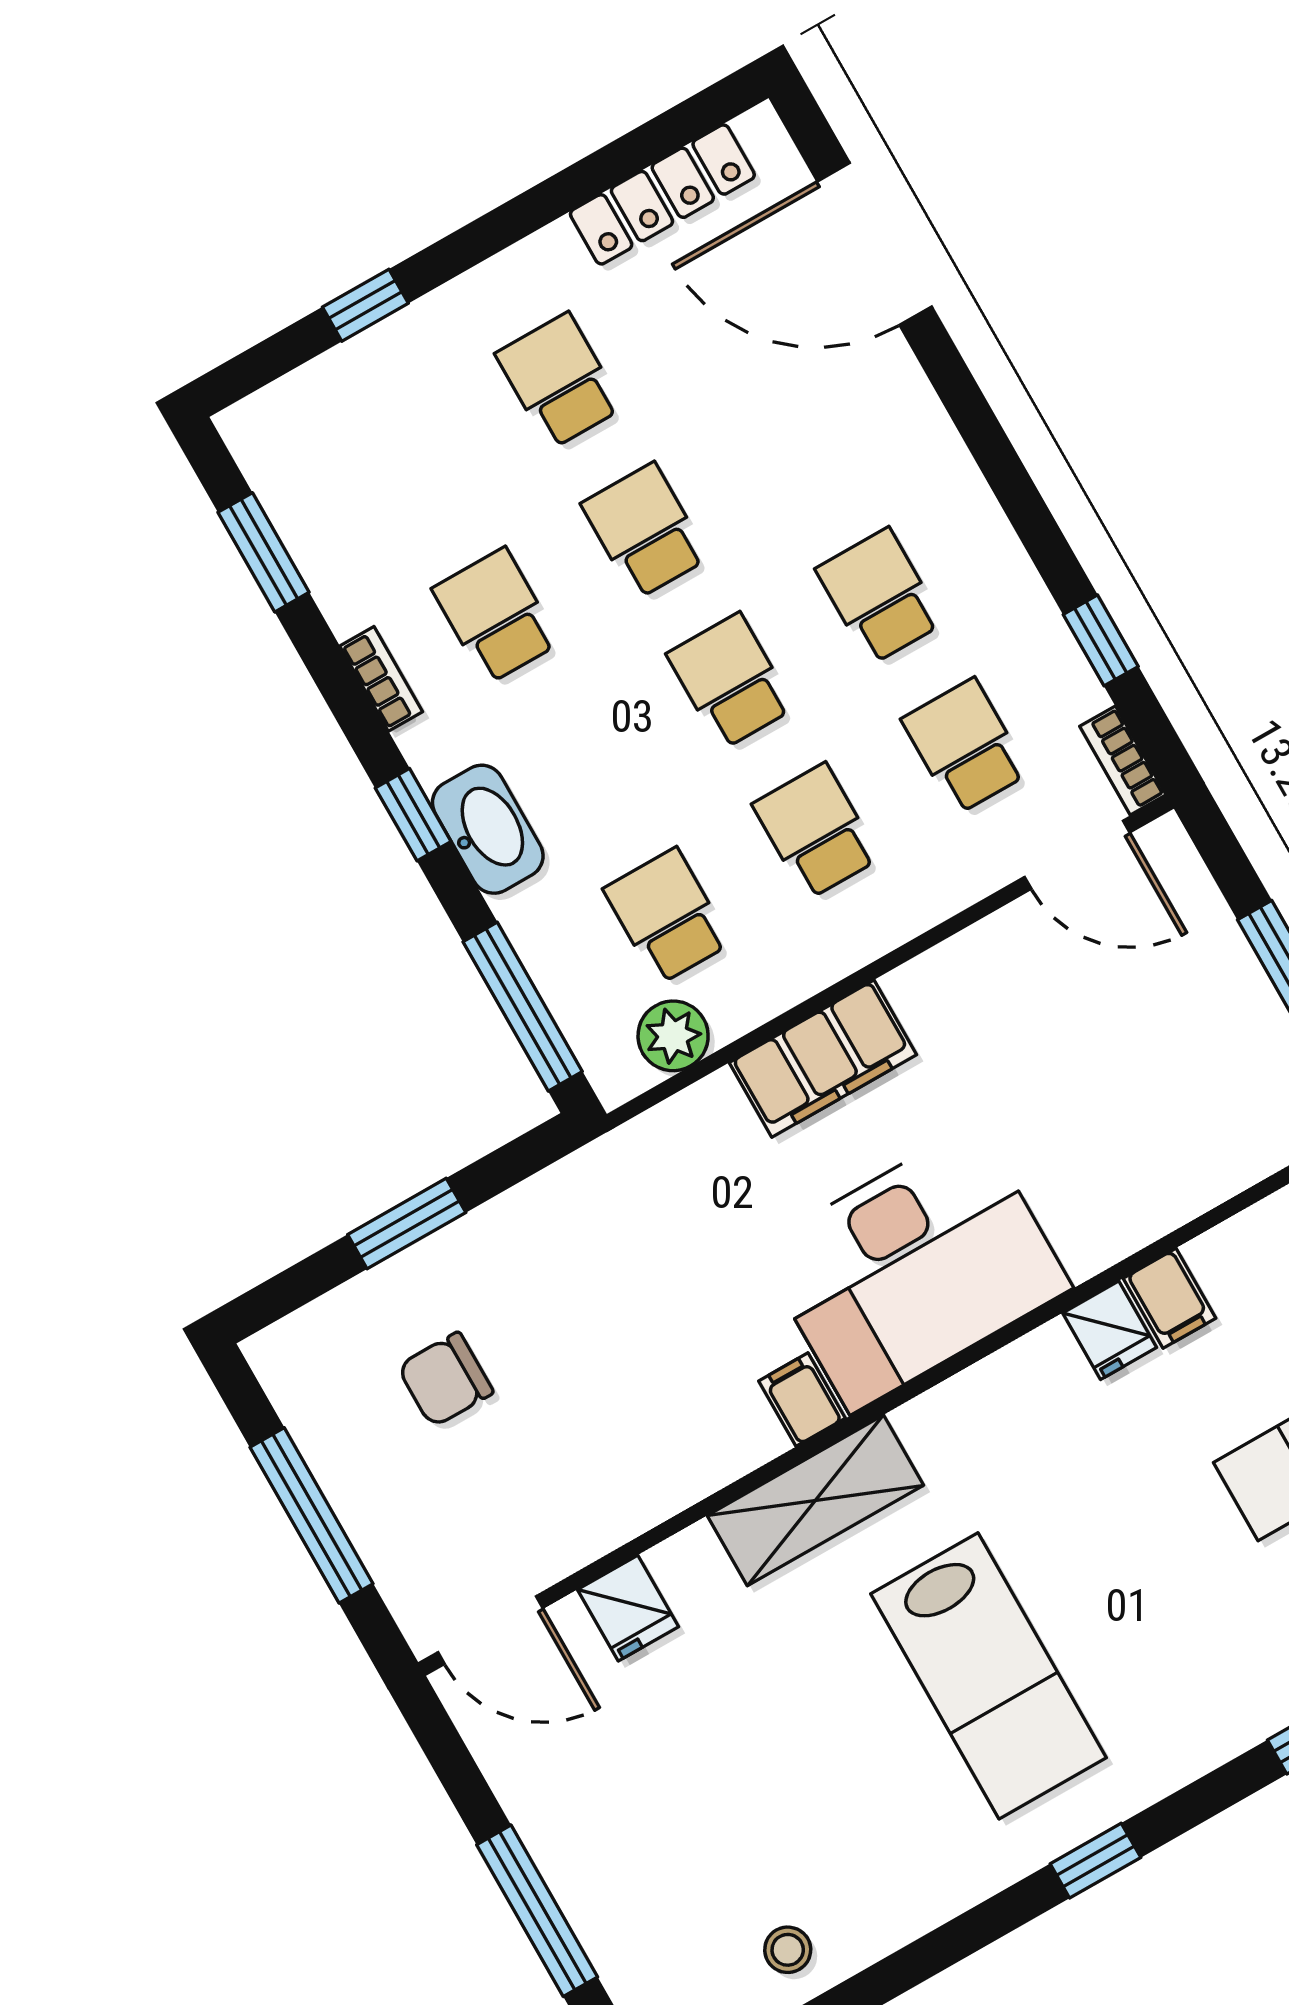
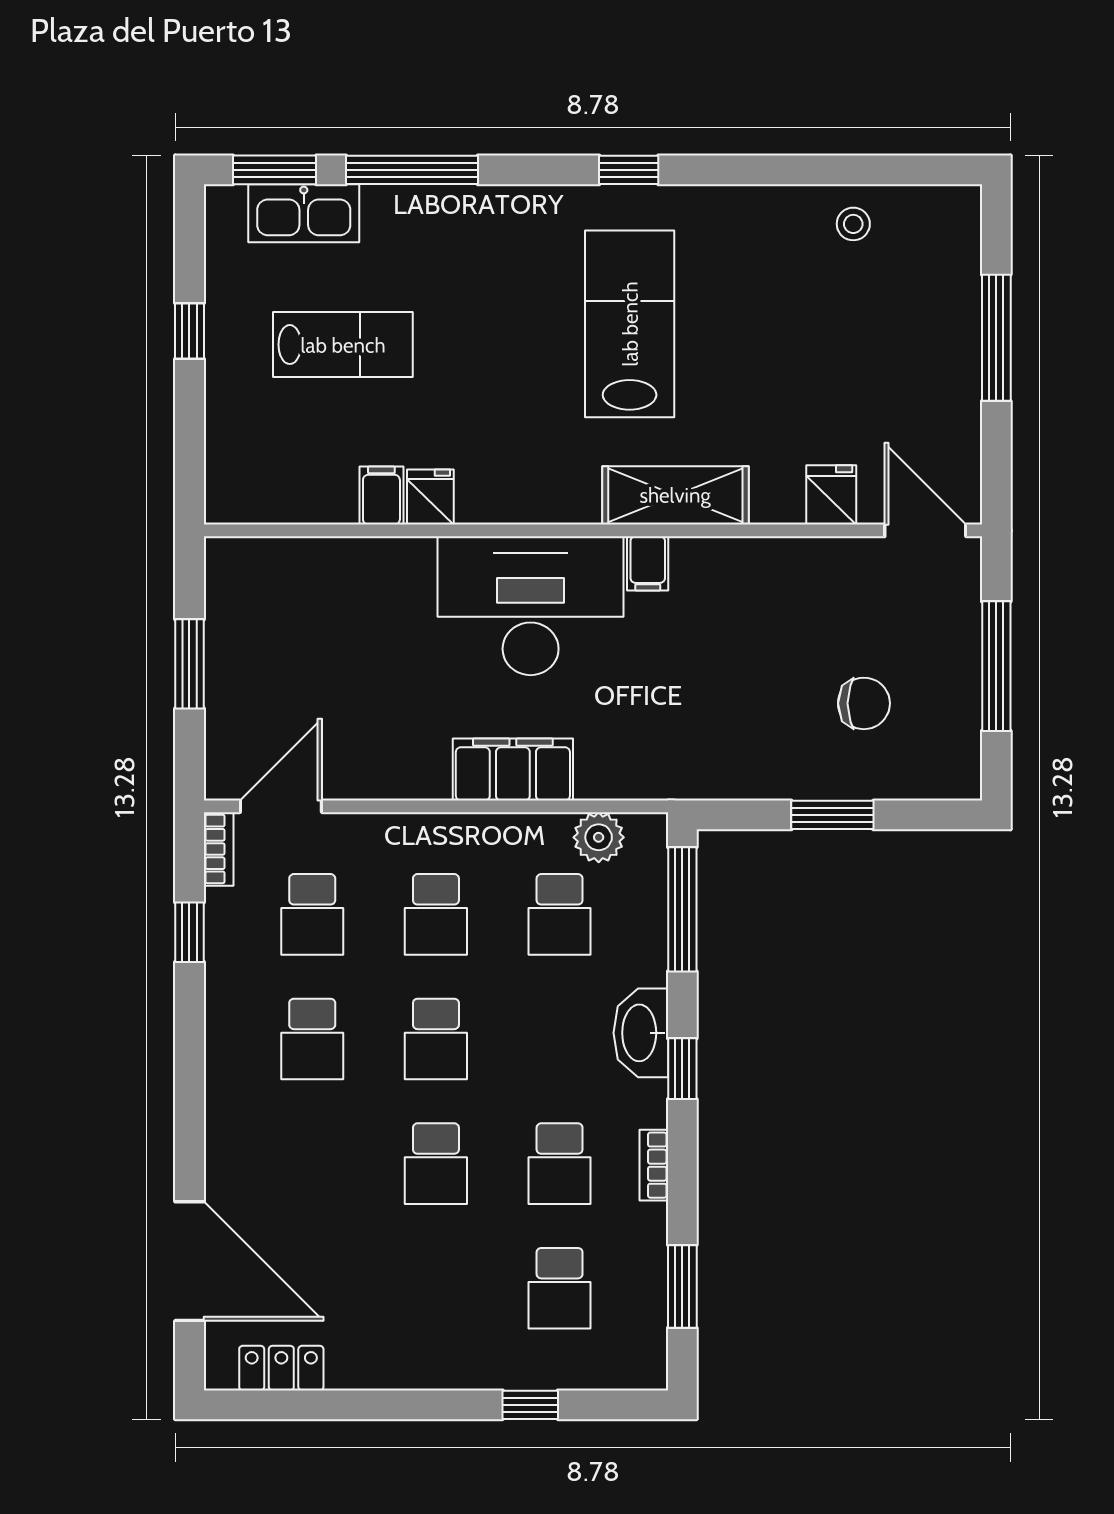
locker: (662, 194) -> (281, 1368), width x0.66
school desk: (559, 381) -> (560, 1288), moved
door: (1077, 855) -> (281, 806), hinge flipped

